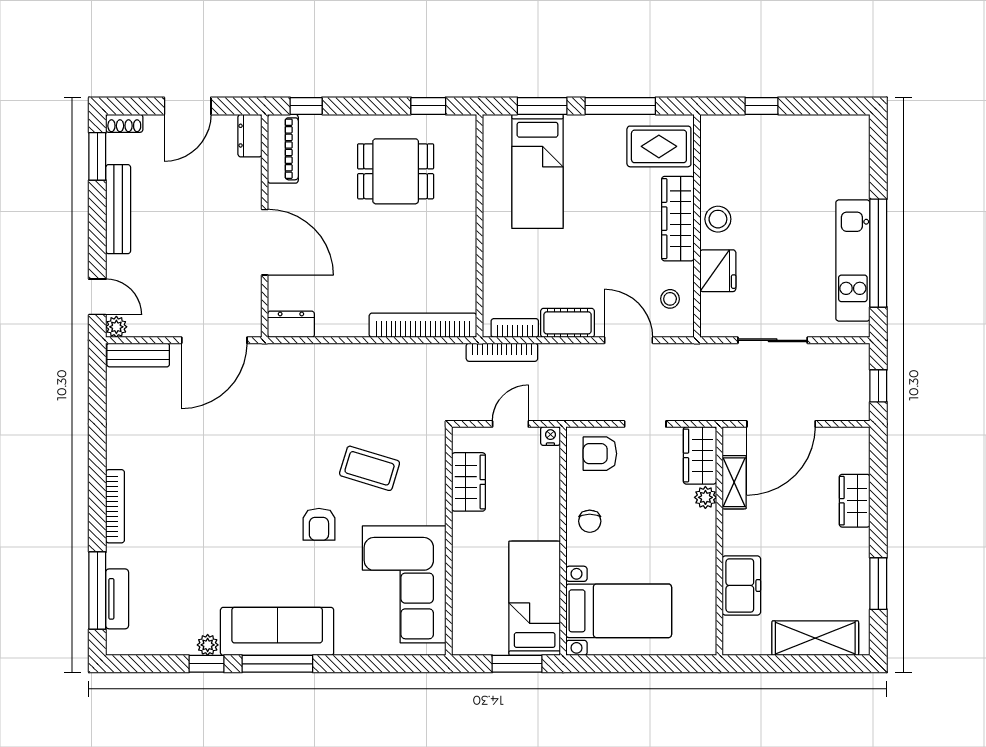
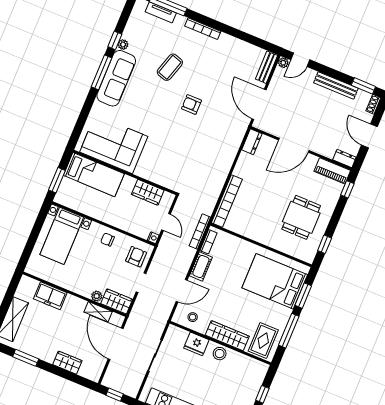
bed: (537, 171) -> (275, 281), width x1.50
coffee table: (370, 468) -> (170, 67), moved
armchair: (319, 524) -> (191, 104), moved
bed: (535, 598) -> (94, 175), moved

